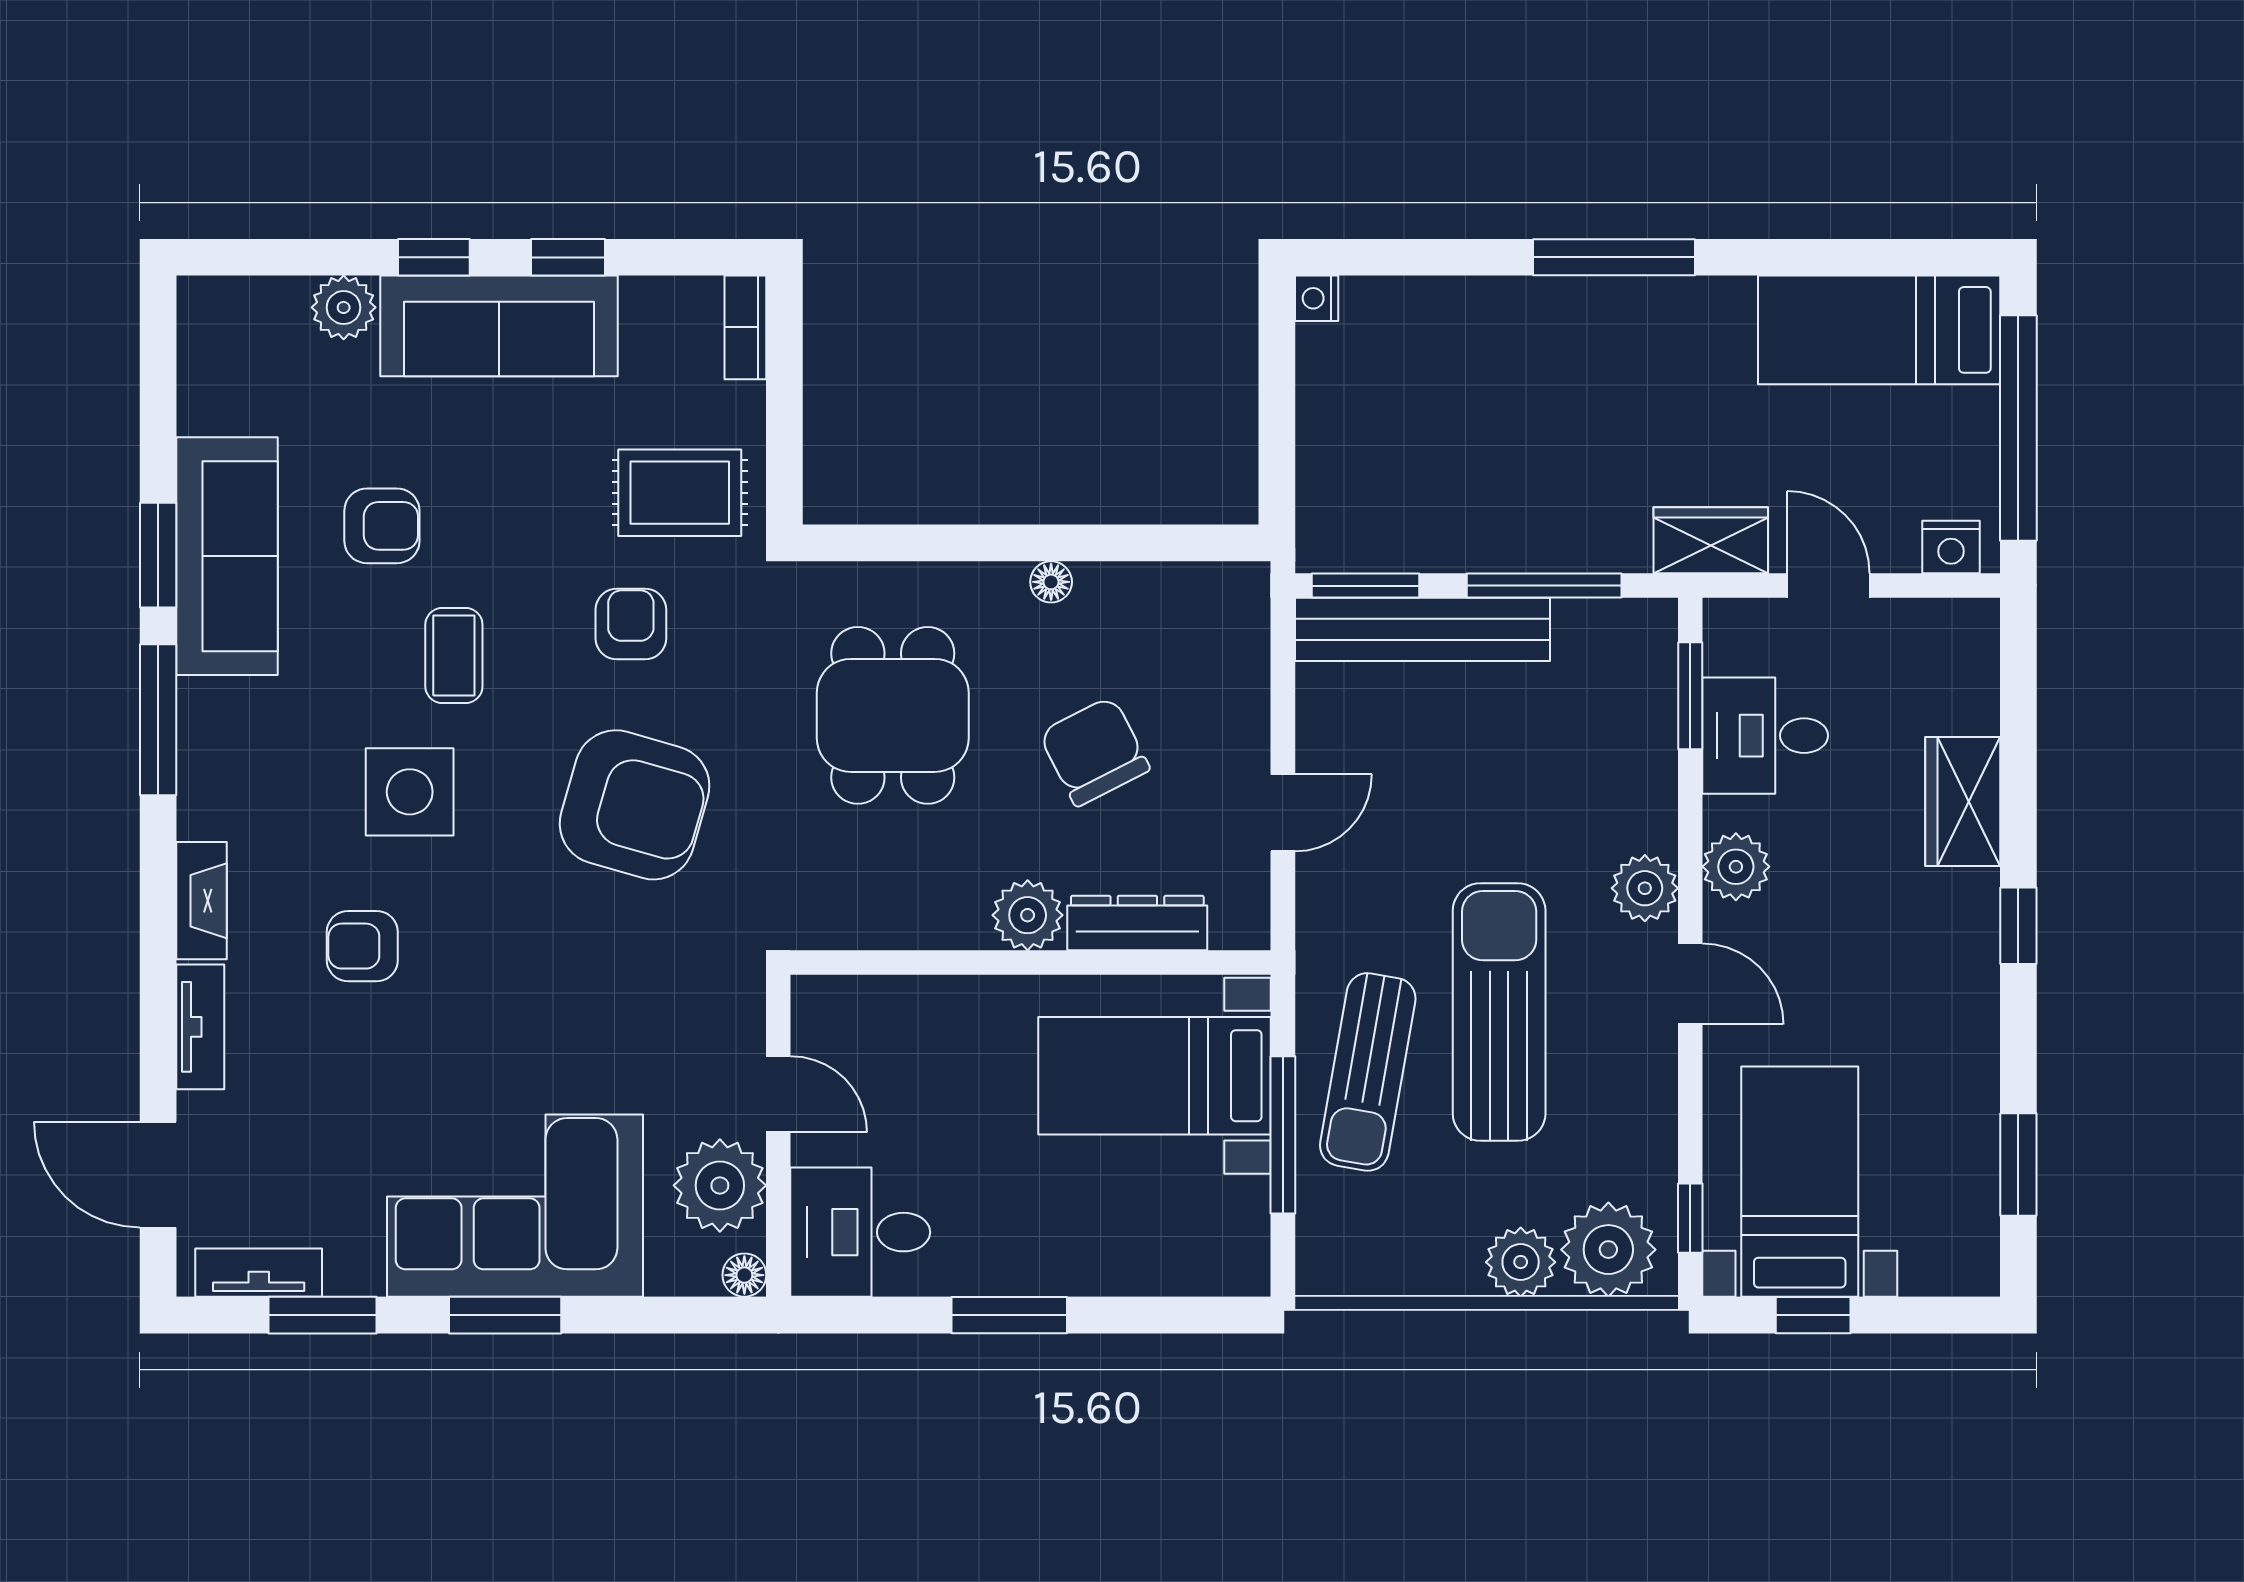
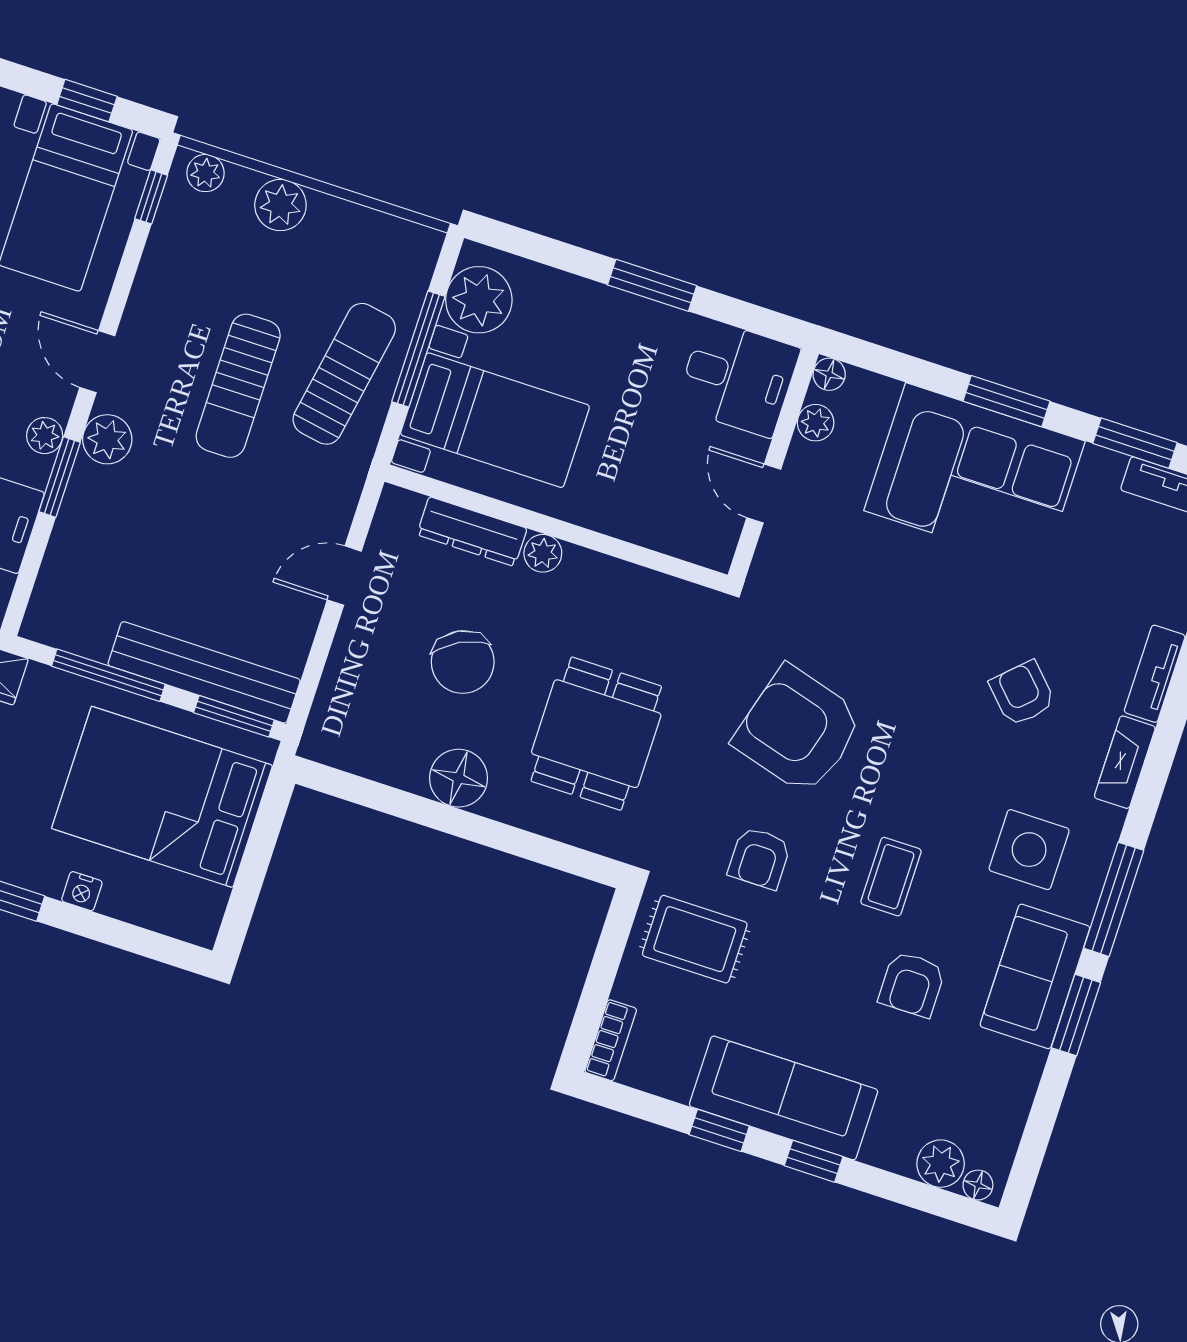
floor lamp: (213, 296) -> (978, 1185), added
nightstand: (1317, 298) -> (82, 891), moved, turned 90
plant: (344, 307) -> (941, 1164), moved
bed: (1424, 452) -> (162, 797), added
armchair: (382, 526) -> (912, 984), turned -90
sofa: (227, 556) -> (1035, 976), width x0.73
floor lamp: (1051, 582) -> (459, 778), width x1.89, depth x1.89
window: (1690, 696) -> (60, 477), moved
side table: (410, 792) -> (1029, 850), moved
plant: (1736, 867) -> (45, 436), width x0.73, depth x0.73
plant: (1028, 915) -> (543, 553), width x0.73, depth x0.73
armchair: (362, 946) -> (1022, 693), turned -134
sun lounger: (1499, 1012) -> (238, 386), width x0.73, depth x0.75
plant: (720, 1185) -> (816, 423), width x0.53, depth x0.53
plant: (1226, 1224) -> (479, 300), added
plant: (1608, 1250) -> (205, 173), width x0.53, depth x0.53

